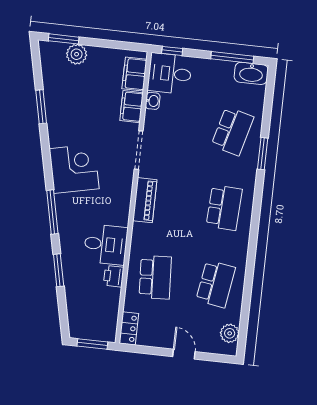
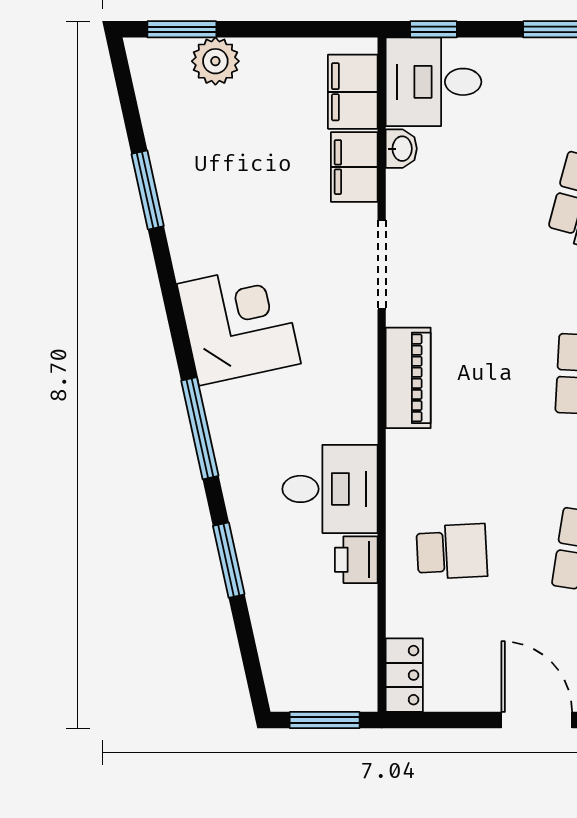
school desk: (155, 277) -> (452, 552), width x0.54
door: (184, 354) -> (537, 720), width x1.38

